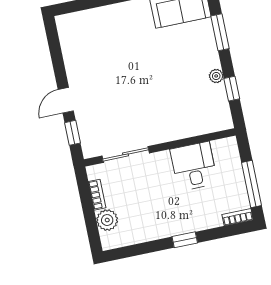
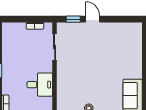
plant: (107, 220) -> (19, 29), removed

